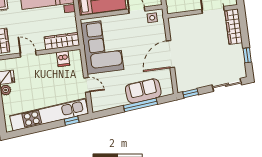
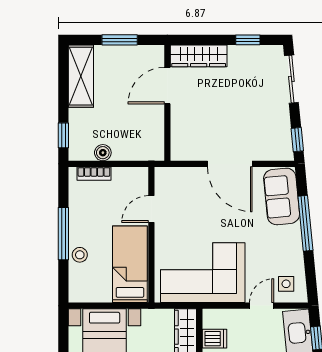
side table: (152, 18) -> (286, 284), moved
sofa: (143, 91) -> (282, 196), moved

